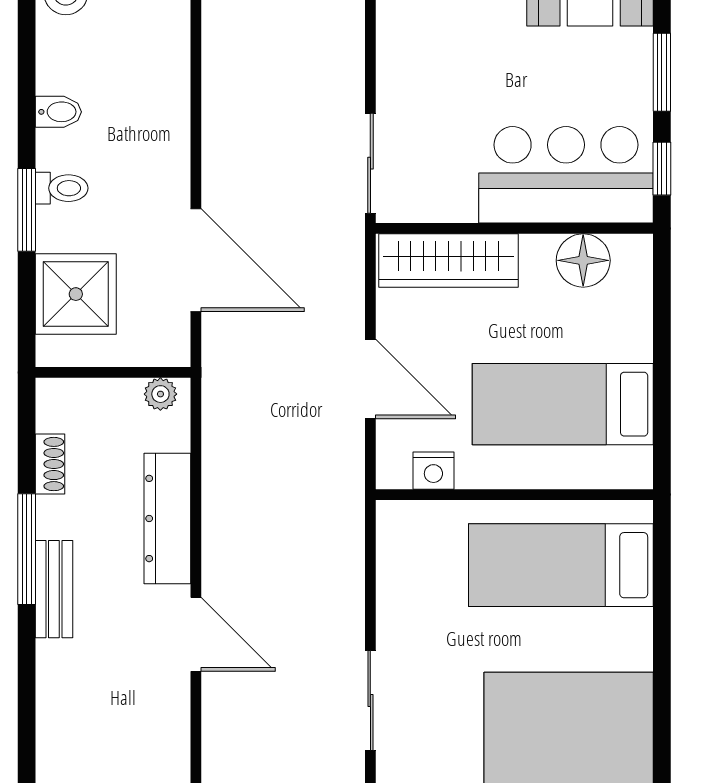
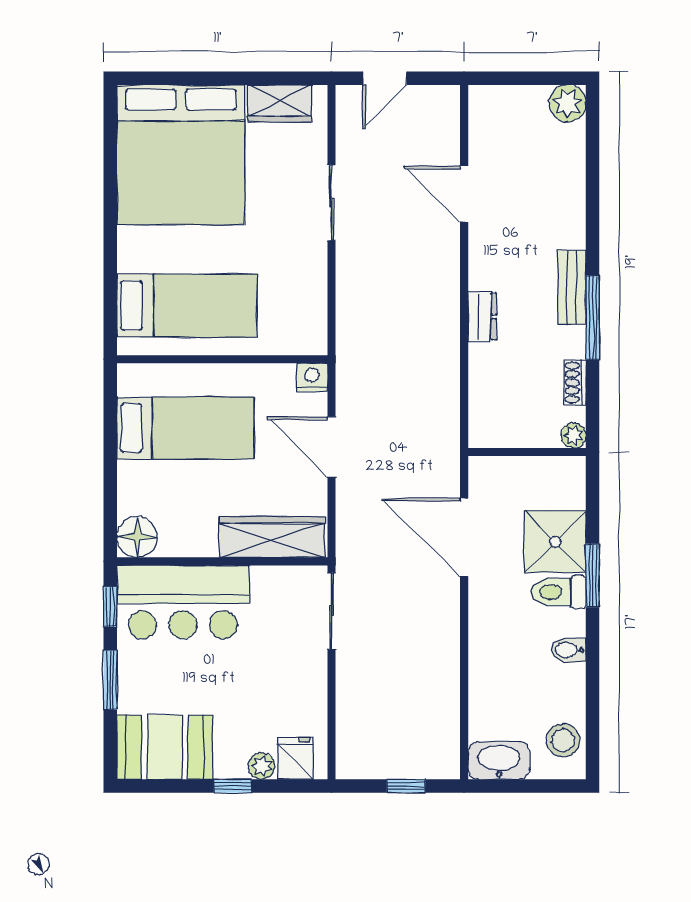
toilet: (62, 188) -> (558, 592), width x1.37, depth x1.39
floor lamp: (583, 260) -> (137, 537), moved
shower: (76, 294) -> (555, 542), moved
plant: (160, 394) -> (574, 436), moved
nightstand: (433, 471) -> (312, 377), moved
dresser: (167, 518) -> (482, 317), width x0.51, depth x0.80
door: (196, 634) -> (464, 194), moved

